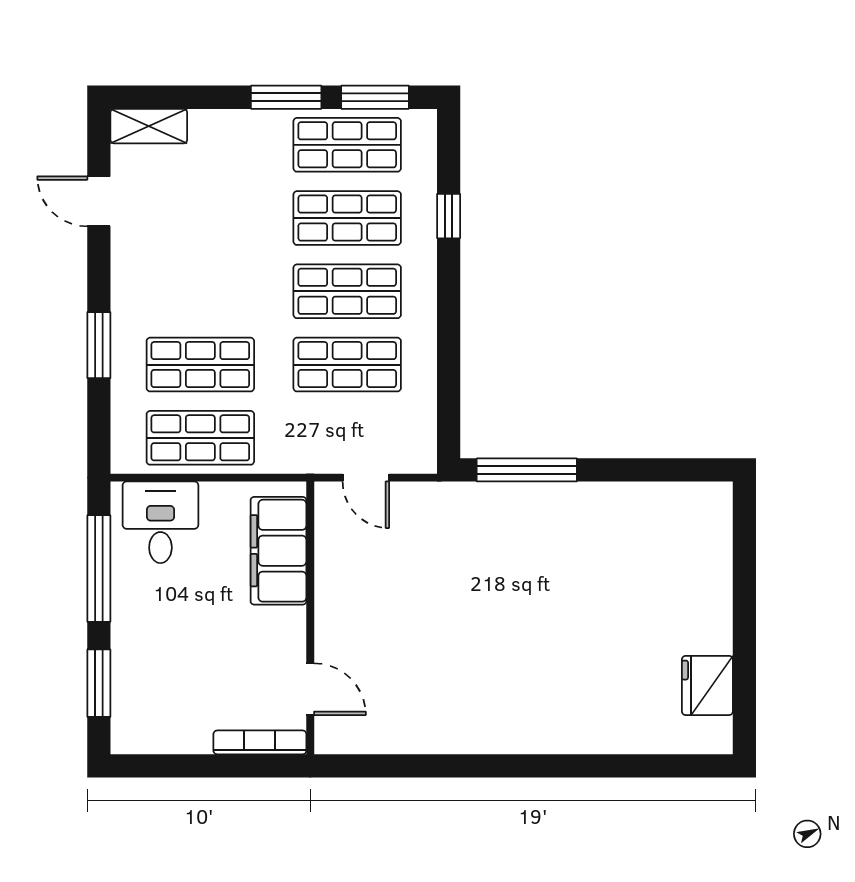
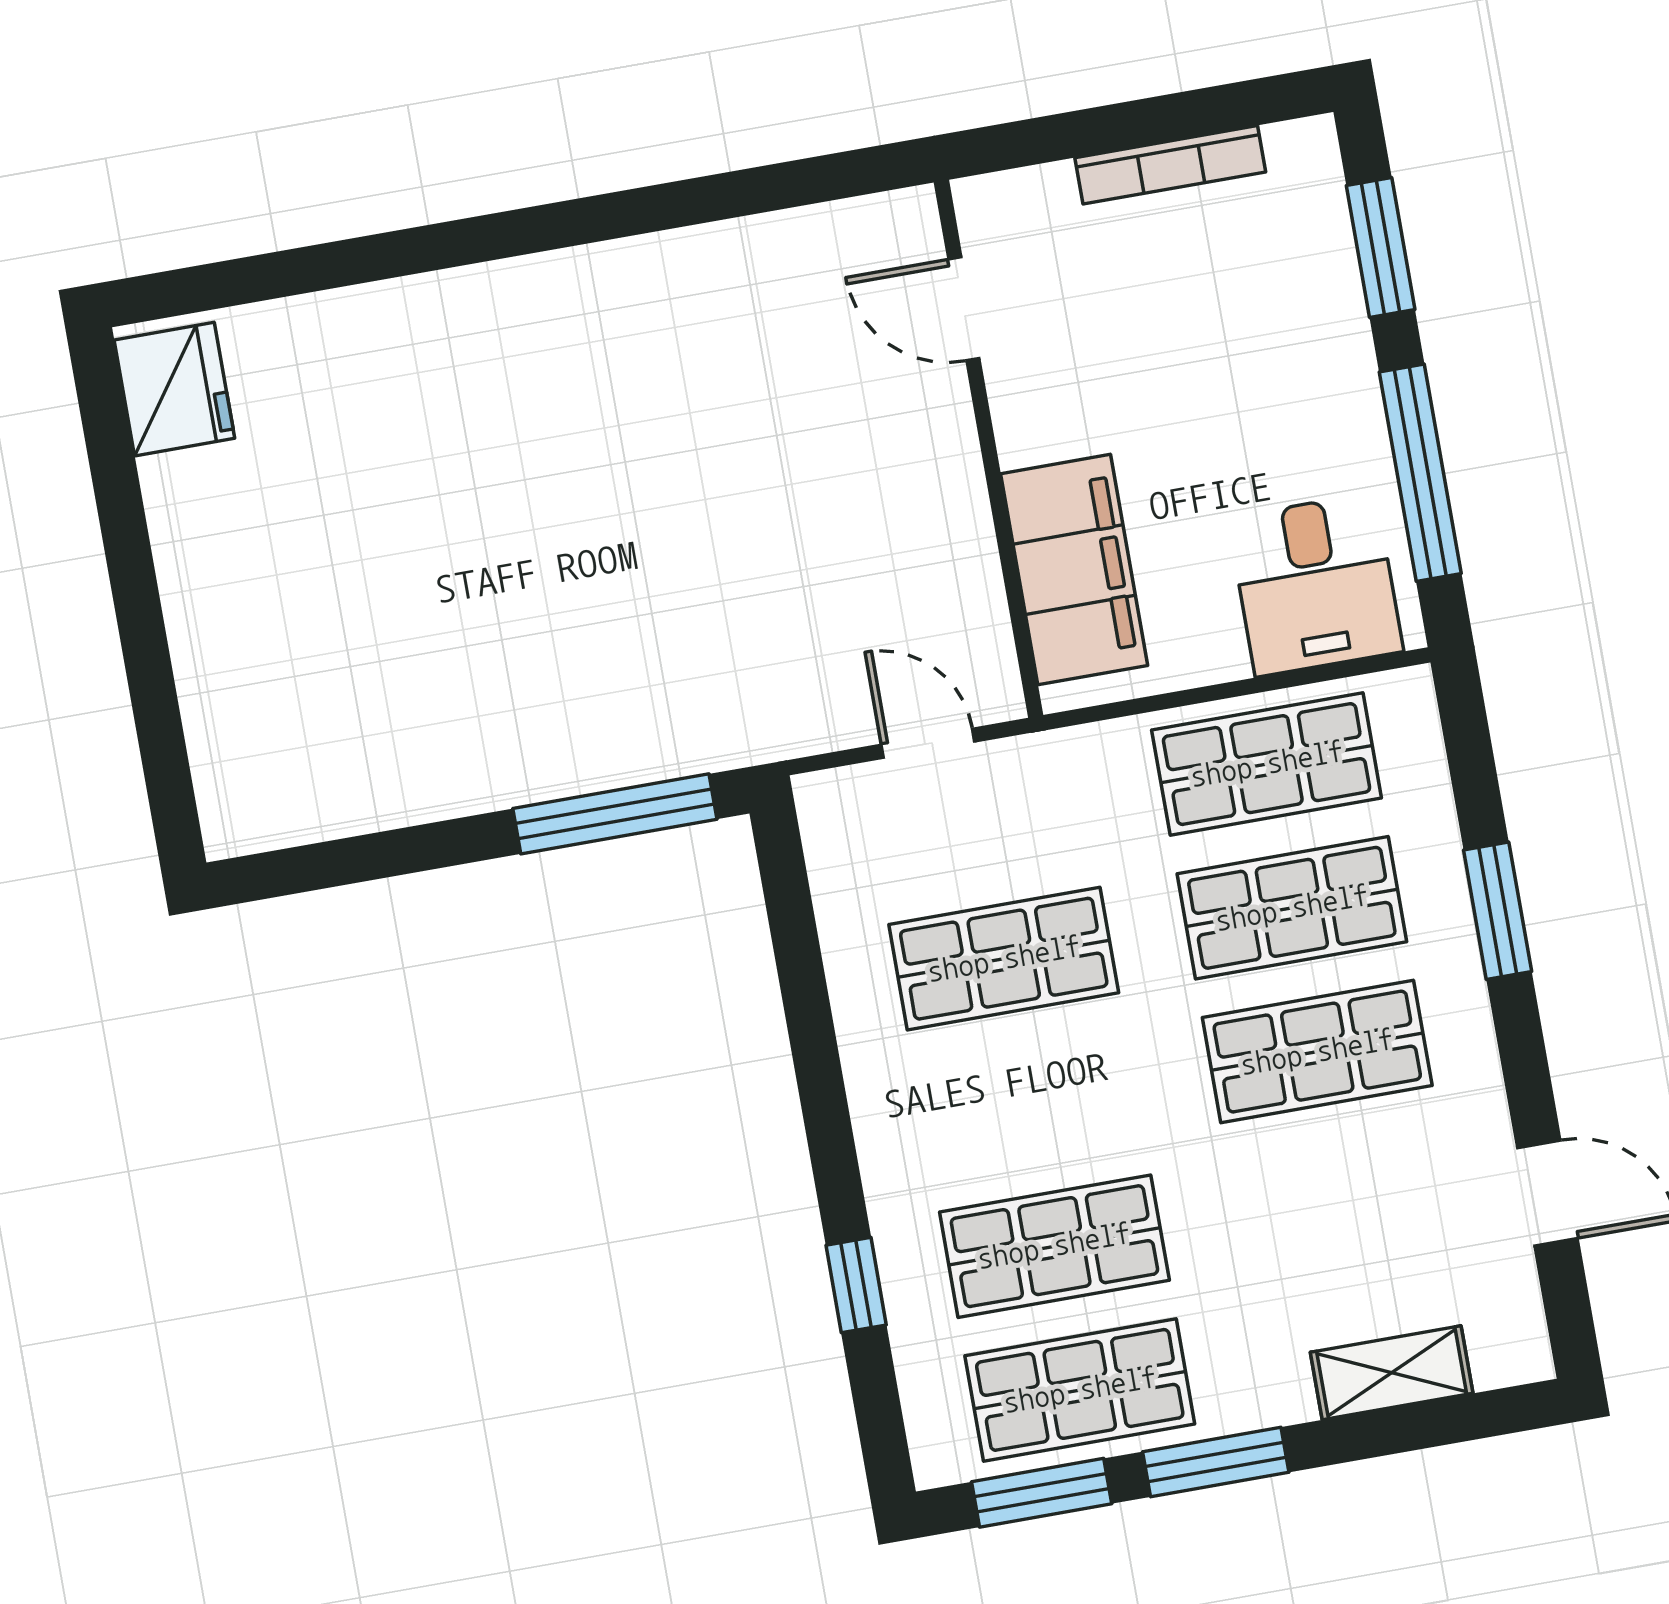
shelving: (149, 126) -> (1392, 1373), moved
shop shelf: (347, 291) -> (1317, 1052), moved
fridge: (707, 685) -> (174, 389), moved
bookcase: (260, 742) -> (1170, 165), moved

